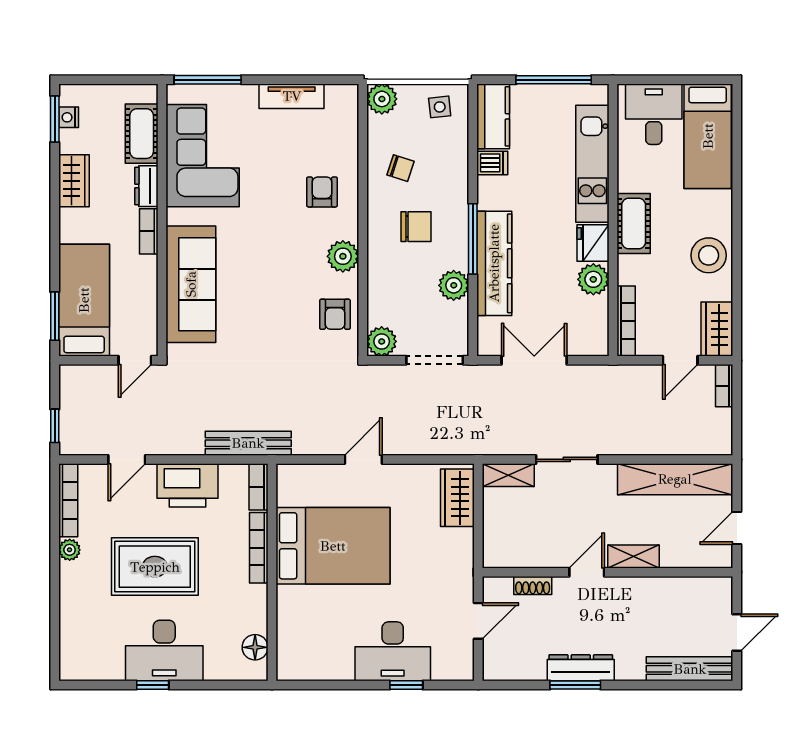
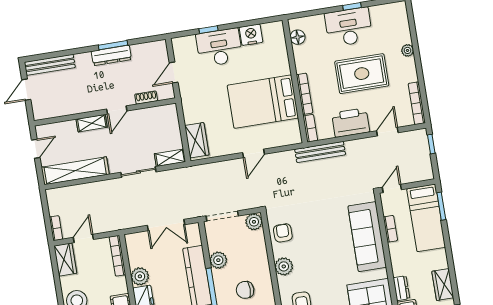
bookcase: (149, 231) -> (390, 229), moved
plant: (70, 550) -> (407, 50), moved
nightstand: (335, 664) -> (251, 35), added

